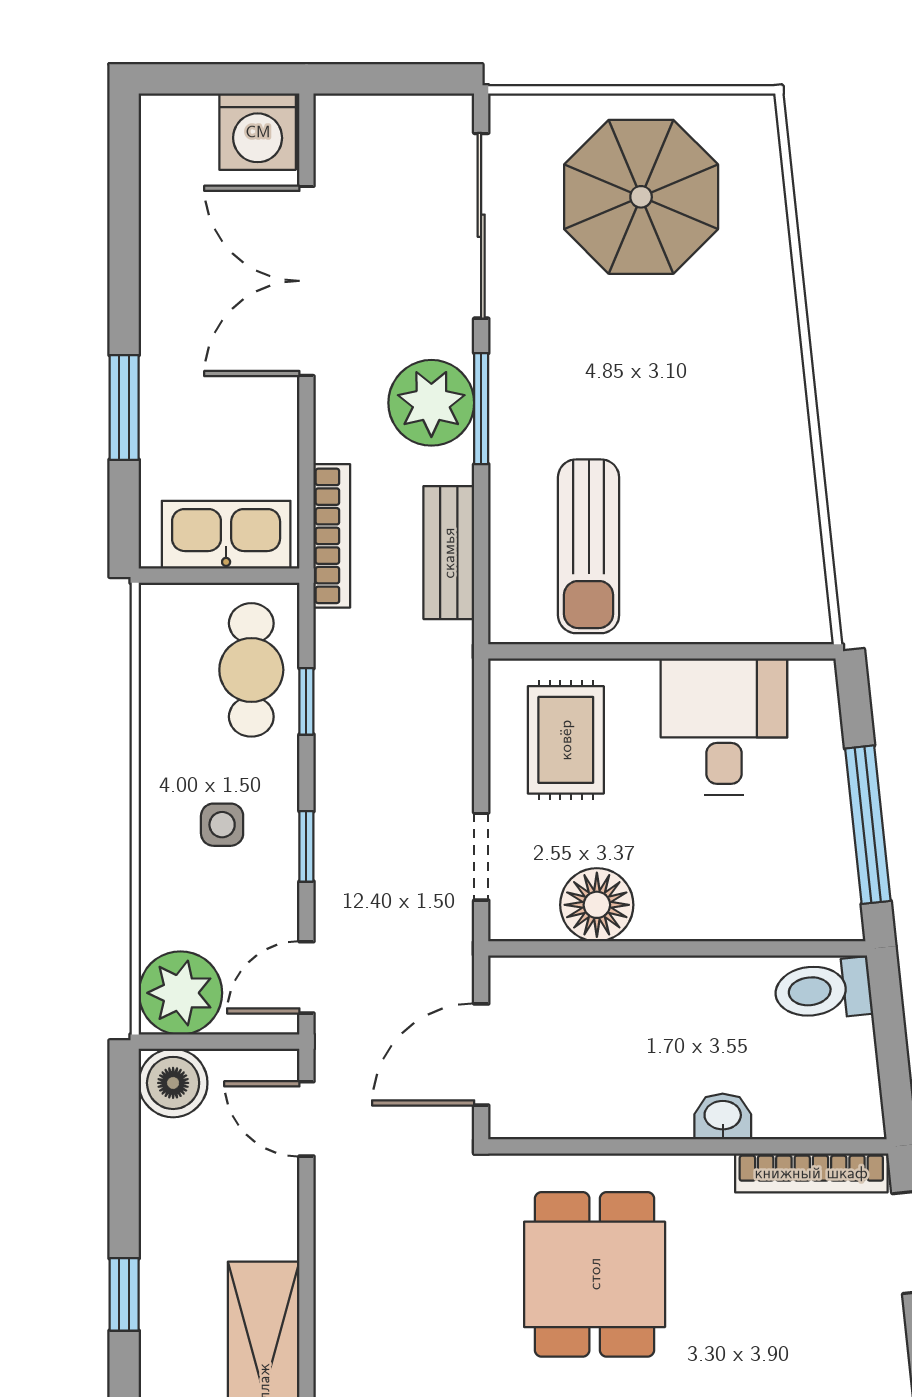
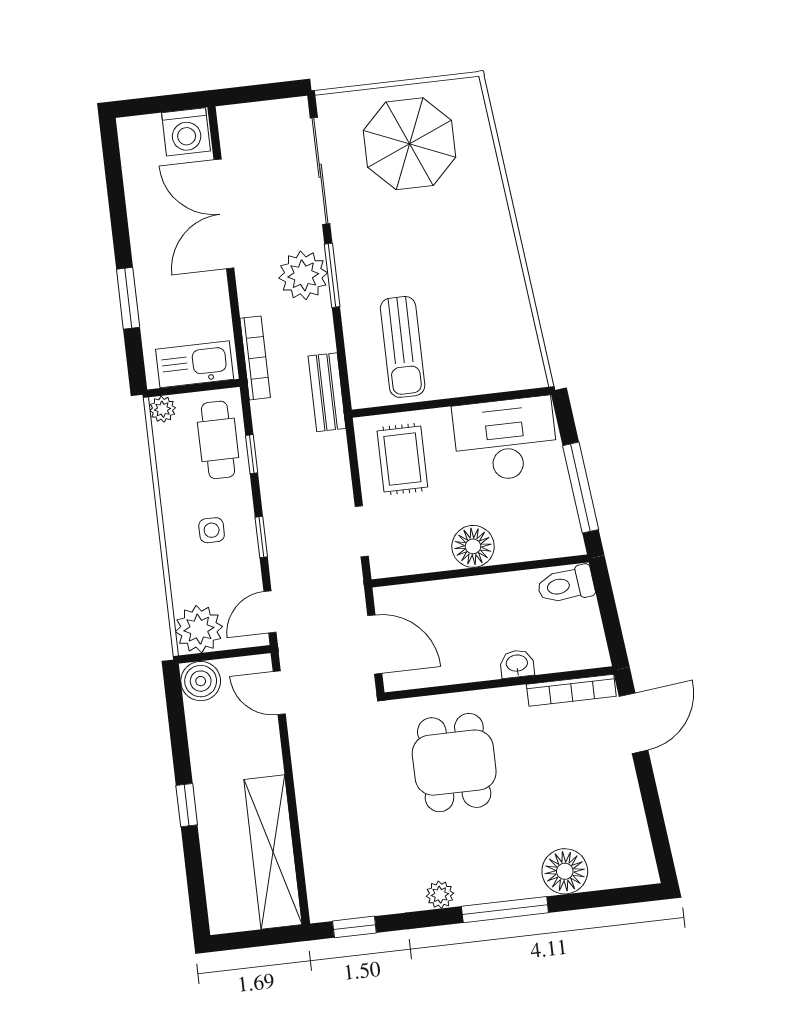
bench: (449, 553) -> (327, 392), moved
plant: (162, 606) -> (163, 409), added
desk: (724, 727) -> (505, 439), width x1.37
floor lamp: (597, 905) -> (473, 546), moved
door: (481, 1054) -> (375, 644), swing flipped

